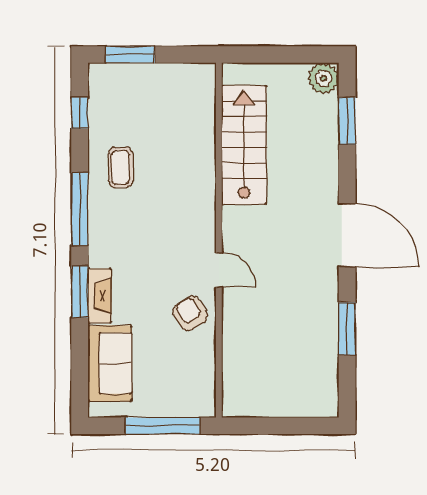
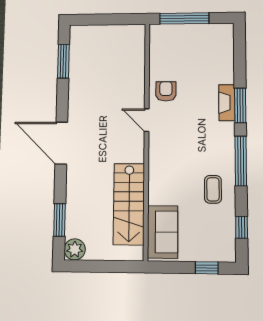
window: (130, 55) -> (207, 268), width x0.67
armchair: (190, 313) -> (166, 91), turned -148
window: (347, 329) -> (63, 61), moved
sofa: (110, 363) -> (163, 232), moved, turned 180

